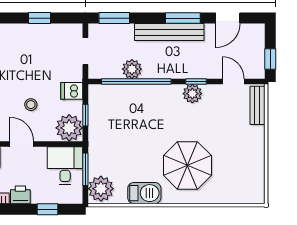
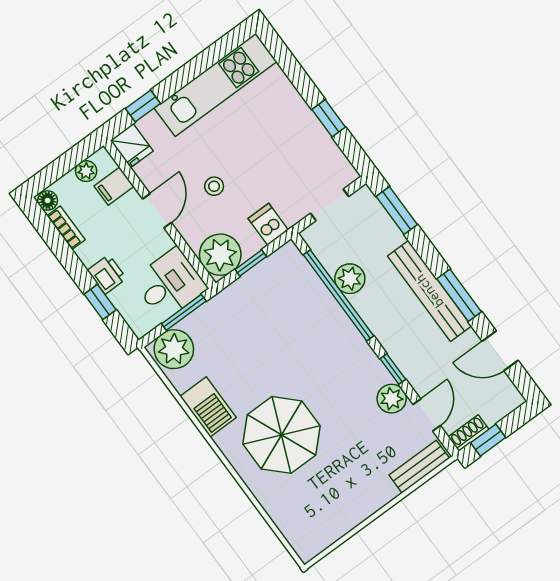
shoe rack: (259, 67) -> (469, 433), added
plant: (192, 94) -> (392, 399), moved
printer: (20, 195) -> (107, 274), moved

